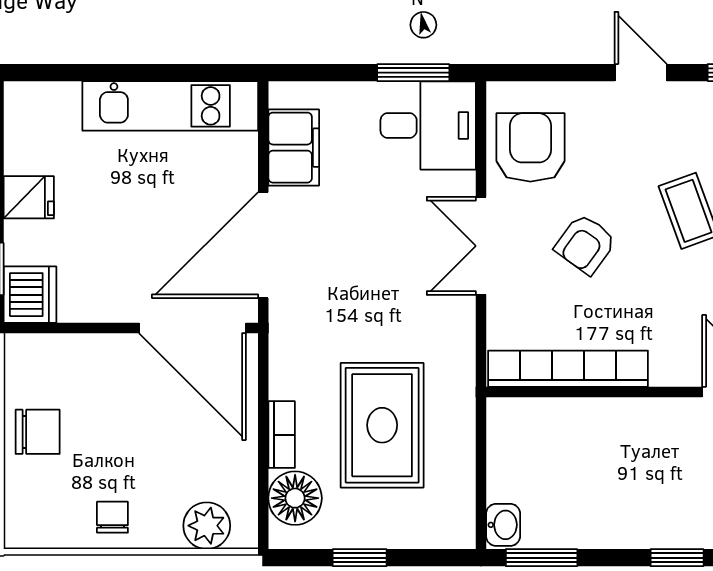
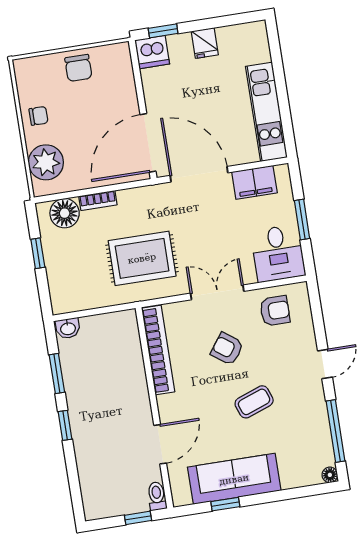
window: (413, 73) -> (302, 219), moved
armchair: (530, 147) -> (275, 311), width x0.72, depth x0.72
rug: (382, 425) -> (142, 258), moved
plant: (207, 526) -> (46, 162), width x1.36, depth x1.36
window: (542, 558) -> (57, 373), moved

